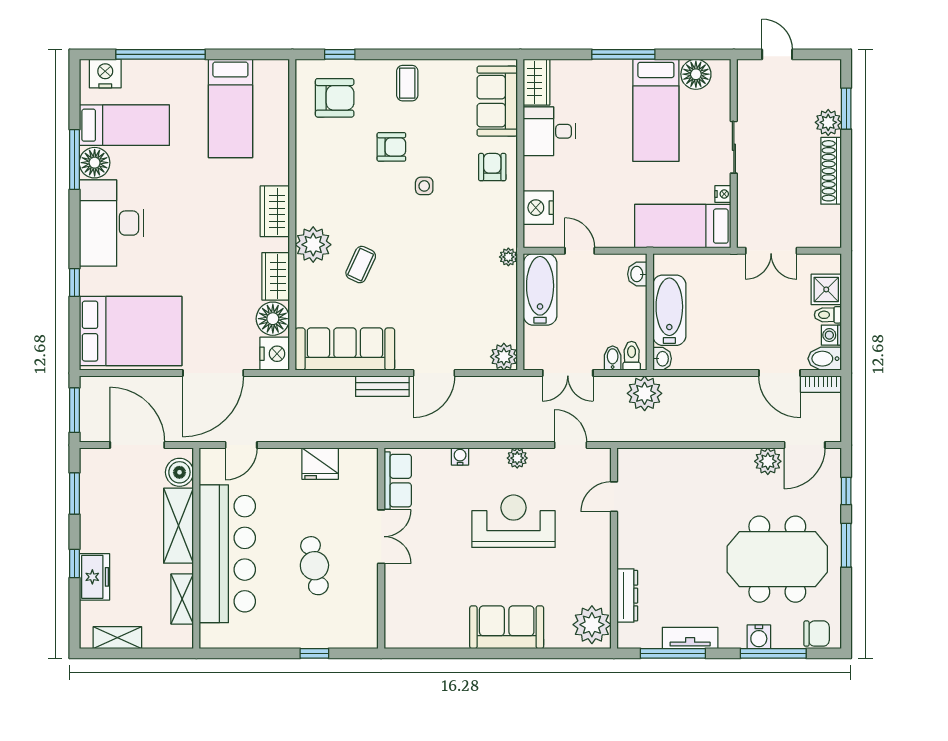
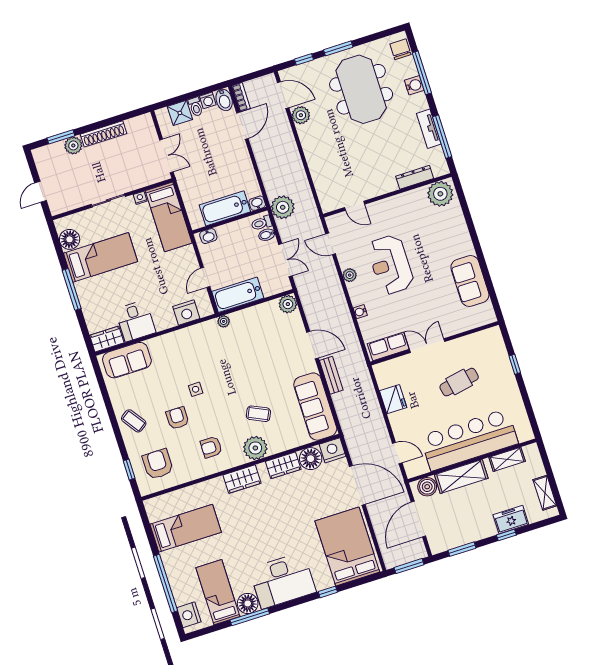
coffee table: (407, 83) -> (134, 421), turned 55
armchair: (492, 167) -> (211, 447), moved
door: (570, 445) -> (331, 244), hinge flipped
sofa: (507, 627) -> (470, 281), moved

